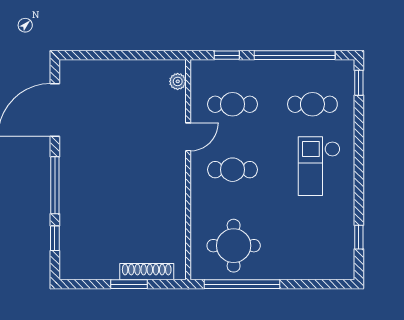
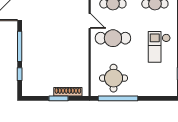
door: (188, 137) -> (90, 21), hinge flipped
checkout: (319, 166) -> (159, 47), moved
cafe table: (232, 170) -> (113, 38), width x1.37, depth x1.35

